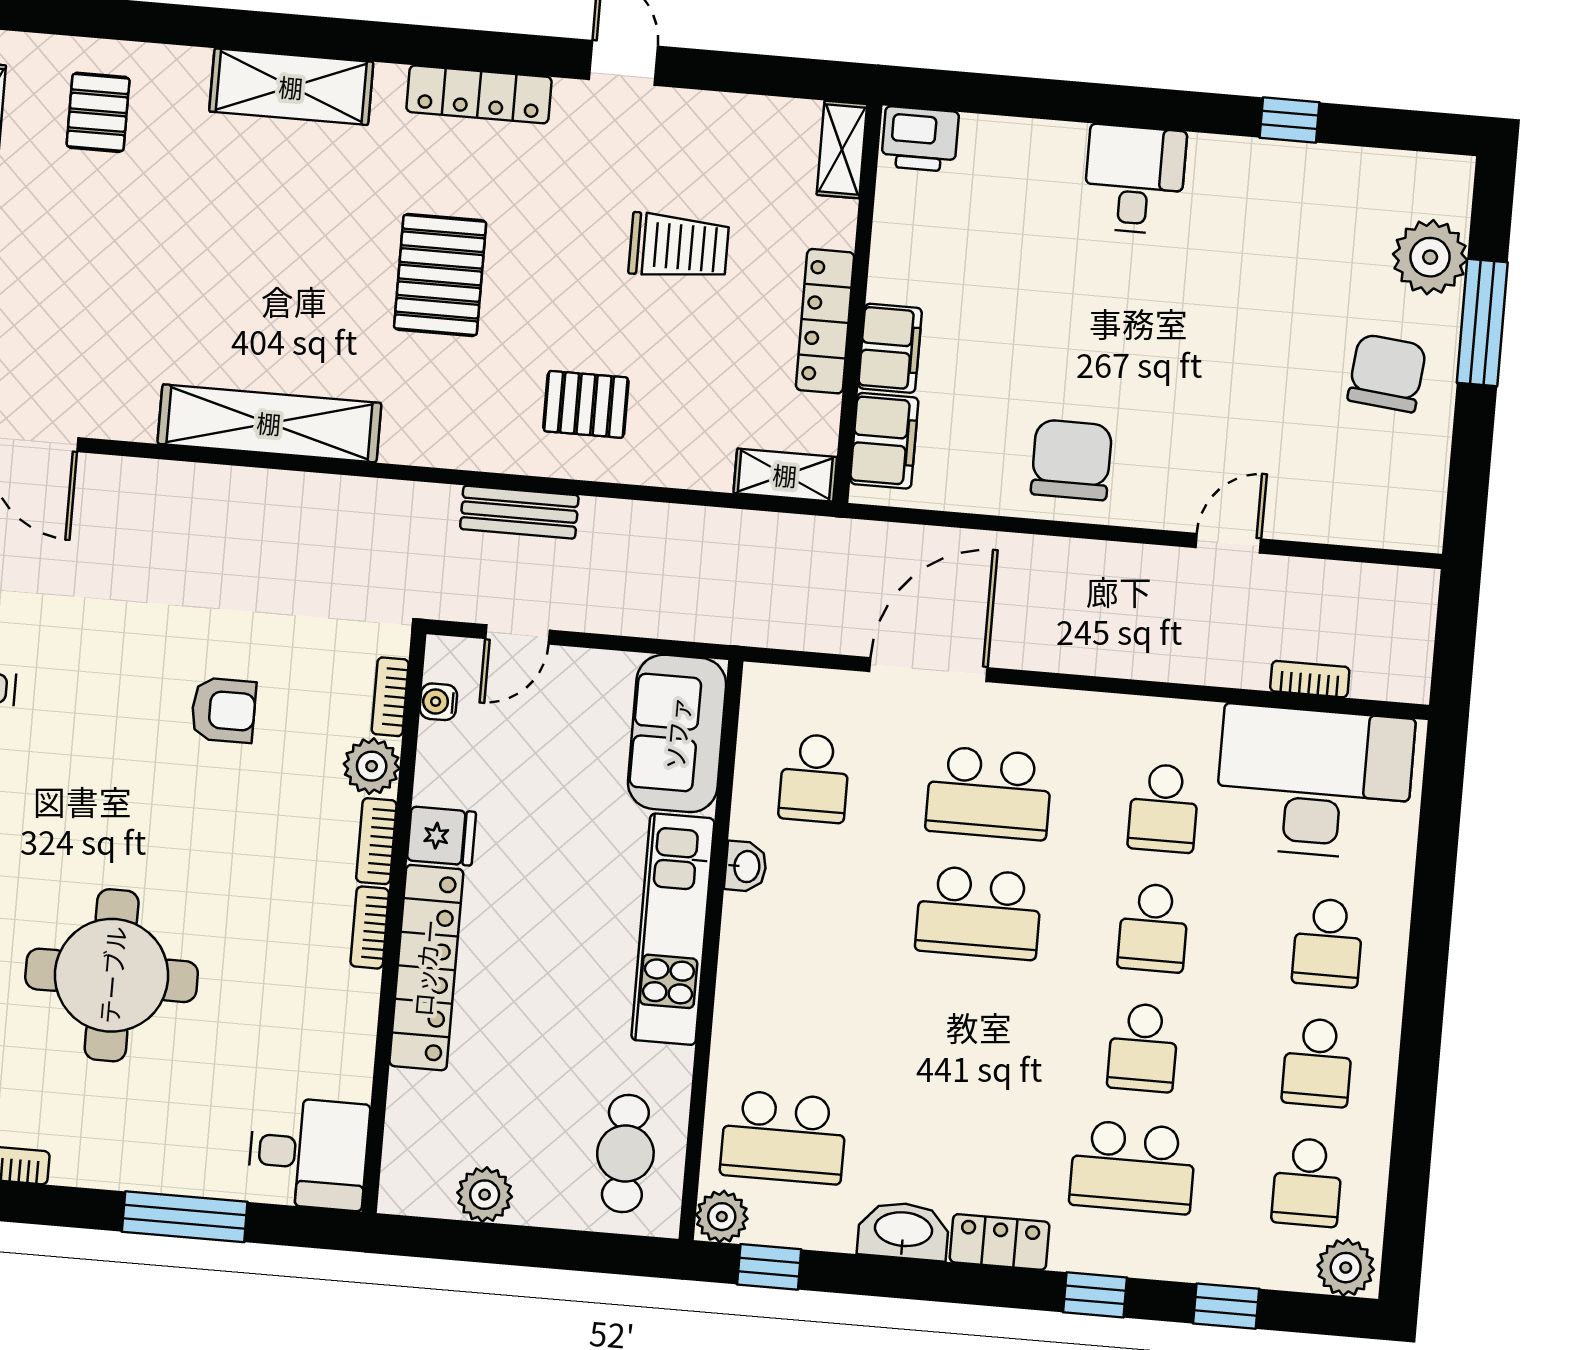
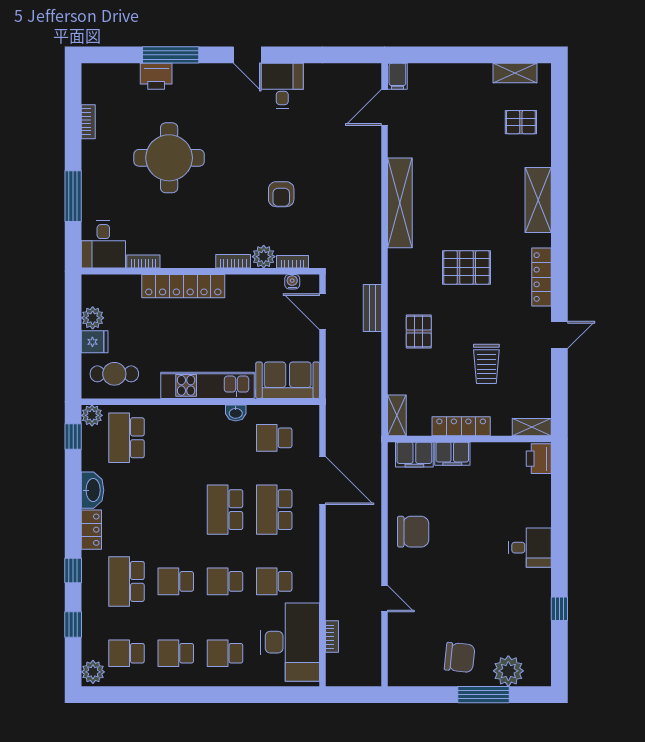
door: (517, 634) -> (322, 312), width x1.38
fridge: (441, 836) -> (95, 342), moved, turned -90
bookcase: (370, 927) -> (143, 262), moved

